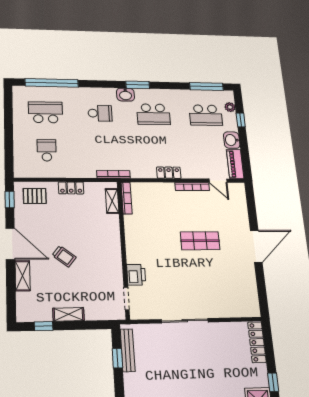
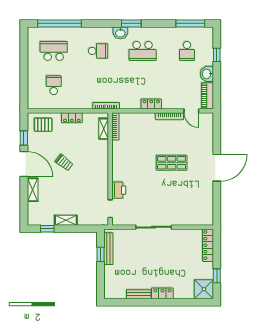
plant: (230, 107) -> (209, 43), removed
school desk: (206, 115) -> (187, 51), width x0.54
window: (10, 199) -> (24, 138), moved
trolley: (64, 256) -> (64, 163), moved

